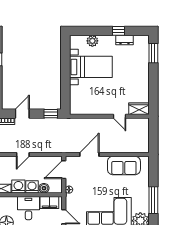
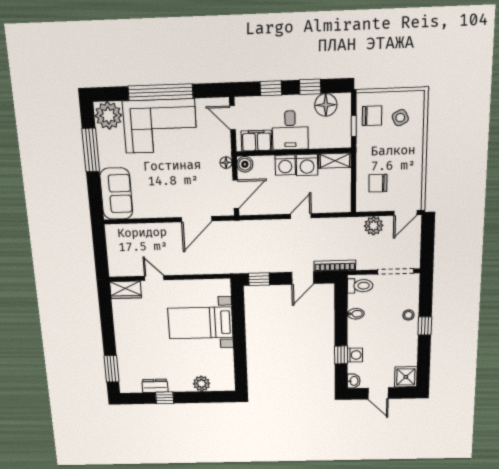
bed with nightstands: (91, 67) -> (200, 323), moved
sofa: (124, 165) -> (116, 194), moved, turned 90
boiler: (44, 188) -> (245, 164), moved

